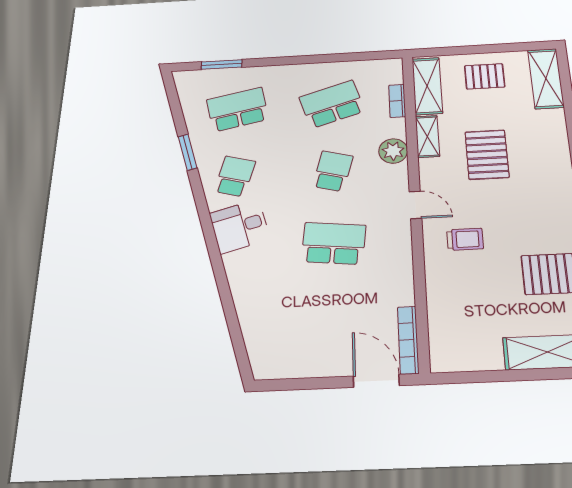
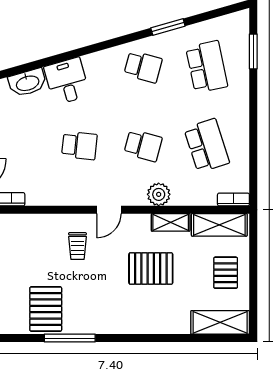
bookcase: (397, 101) -> (233, 199), moved
desk: (240, 226) -> (67, 81), moved
school desk: (334, 243) -> (79, 146), width x0.54
washbasin: (250, 310) -> (27, 83), added

